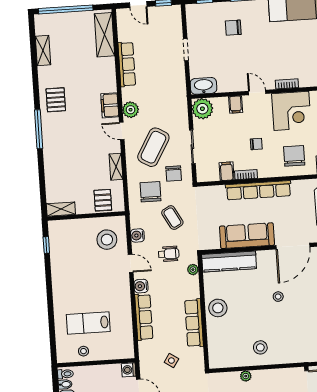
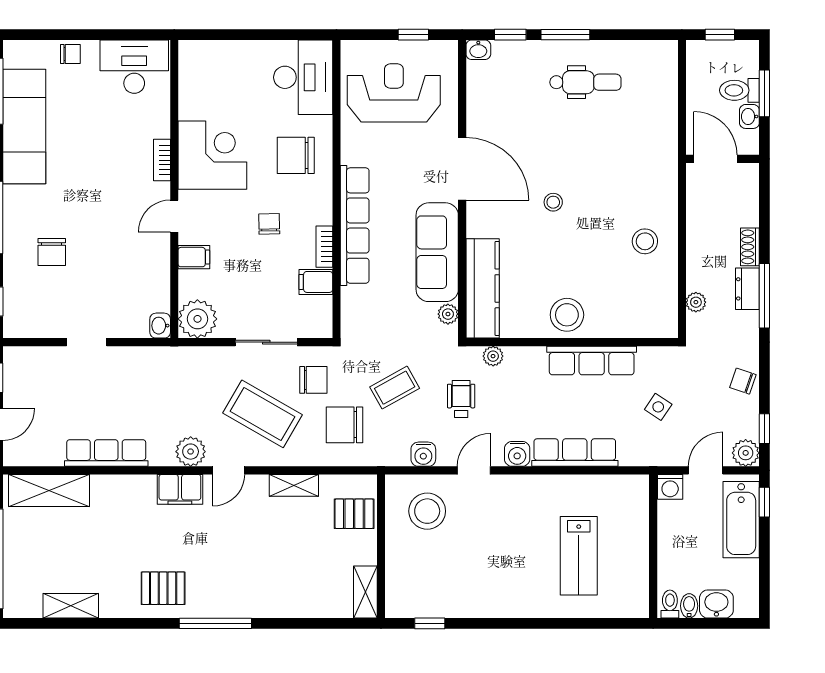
washbasin: (203, 86) -> (160, 326), width x0.52, depth x0.69
plant: (214, 244) -> (448, 314), added
stool: (83, 351) -> (630, 568), removed
plant: (246, 376) -> (696, 302), moved

